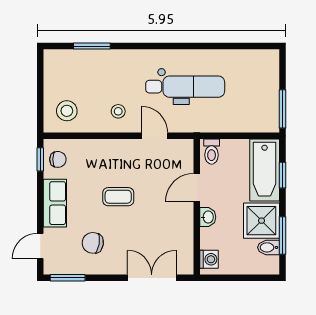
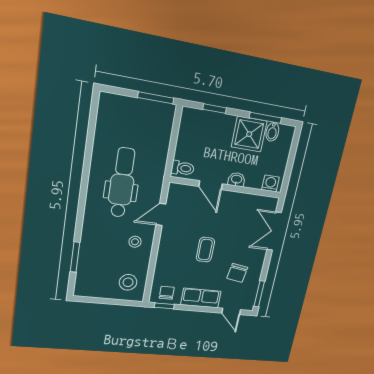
bathtub: (265, 170) -> (207, 124), removed

